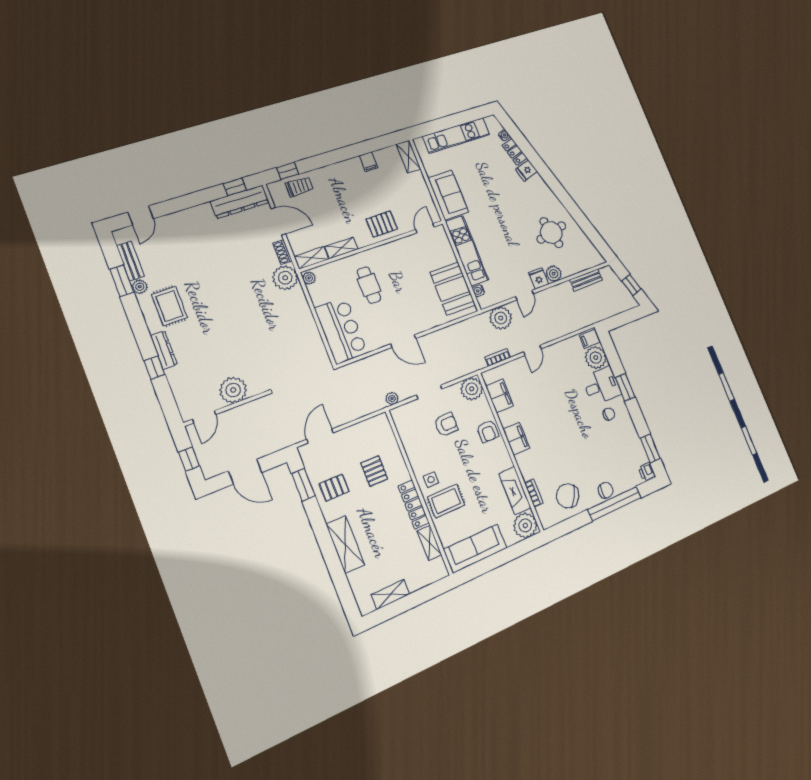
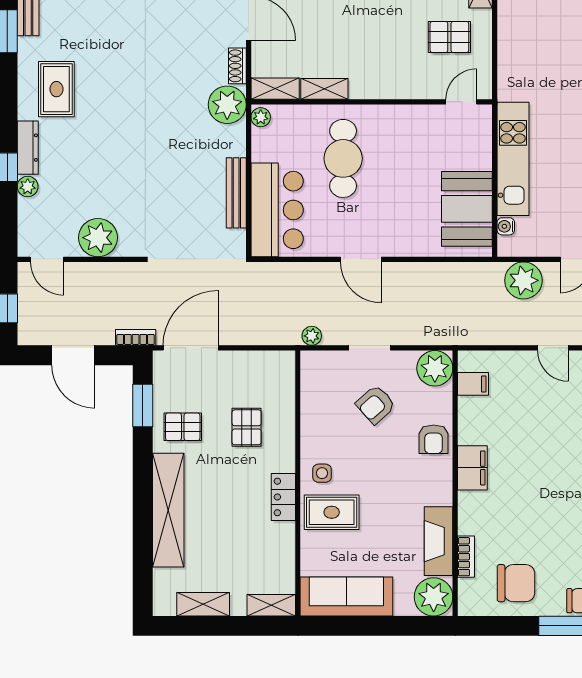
sofa: (448, 195) -> (519, 63), removed
pallet: (382, 224) -> (449, 37), moved
cafe table: (369, 285) -> (343, 158), width x1.37, depth x1.35
plant: (140, 287) -> (28, 187), moved
bench: (312, 329) -> (236, 193), added
door: (532, 350) -> (553, 348), hinge flipped
bookcase: (498, 357) -> (136, 337), moved
filing cabinet: (500, 396) -> (473, 384), width x0.50
door: (204, 417) -> (47, 259), hinge flipped
armchair: (446, 424) -> (376, 405), turned 138
door: (320, 436) -> (191, 348), width x1.36
chair: (568, 496) -> (516, 583), turned 151
locker: (414, 504) -> (283, 497), width x0.66
shelving: (429, 543) -> (271, 605), moved, turned 90
shelving: (345, 544) -> (168, 510), width x1.47

